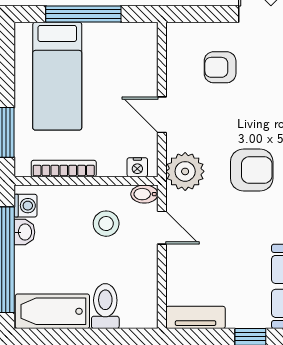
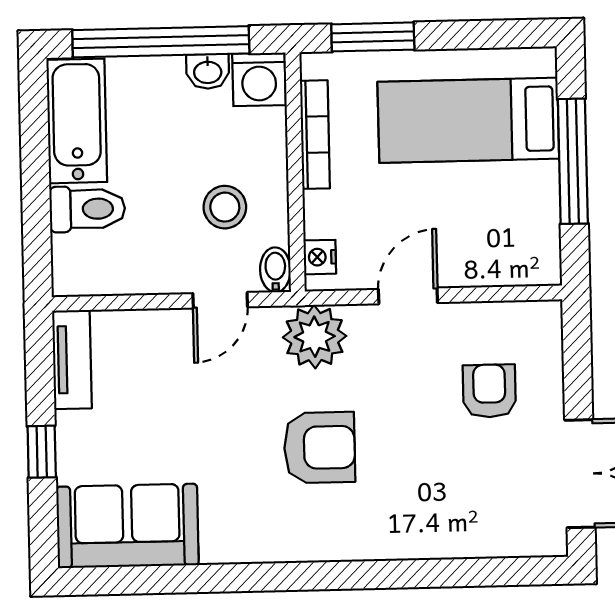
armchair: (252, 170) -> (320, 447), turned -90
washing machine: (25, 206) -> (259, 79), width x1.38, depth x1.38

